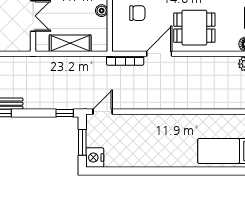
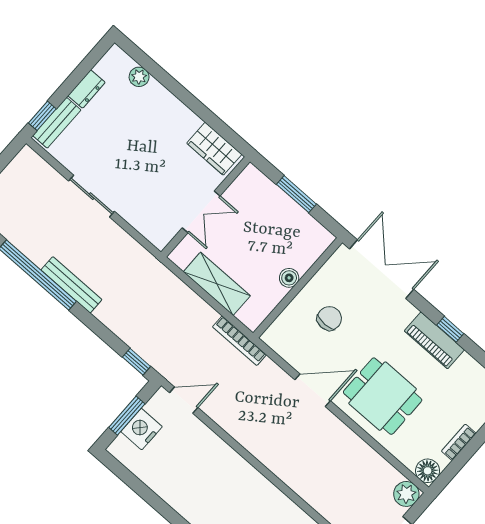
chair: (137, 13) -> (329, 318), turned -90
bookcase: (125, 61) -> (239, 341), moved
nightstand: (95, 158) -> (142, 429), moved

